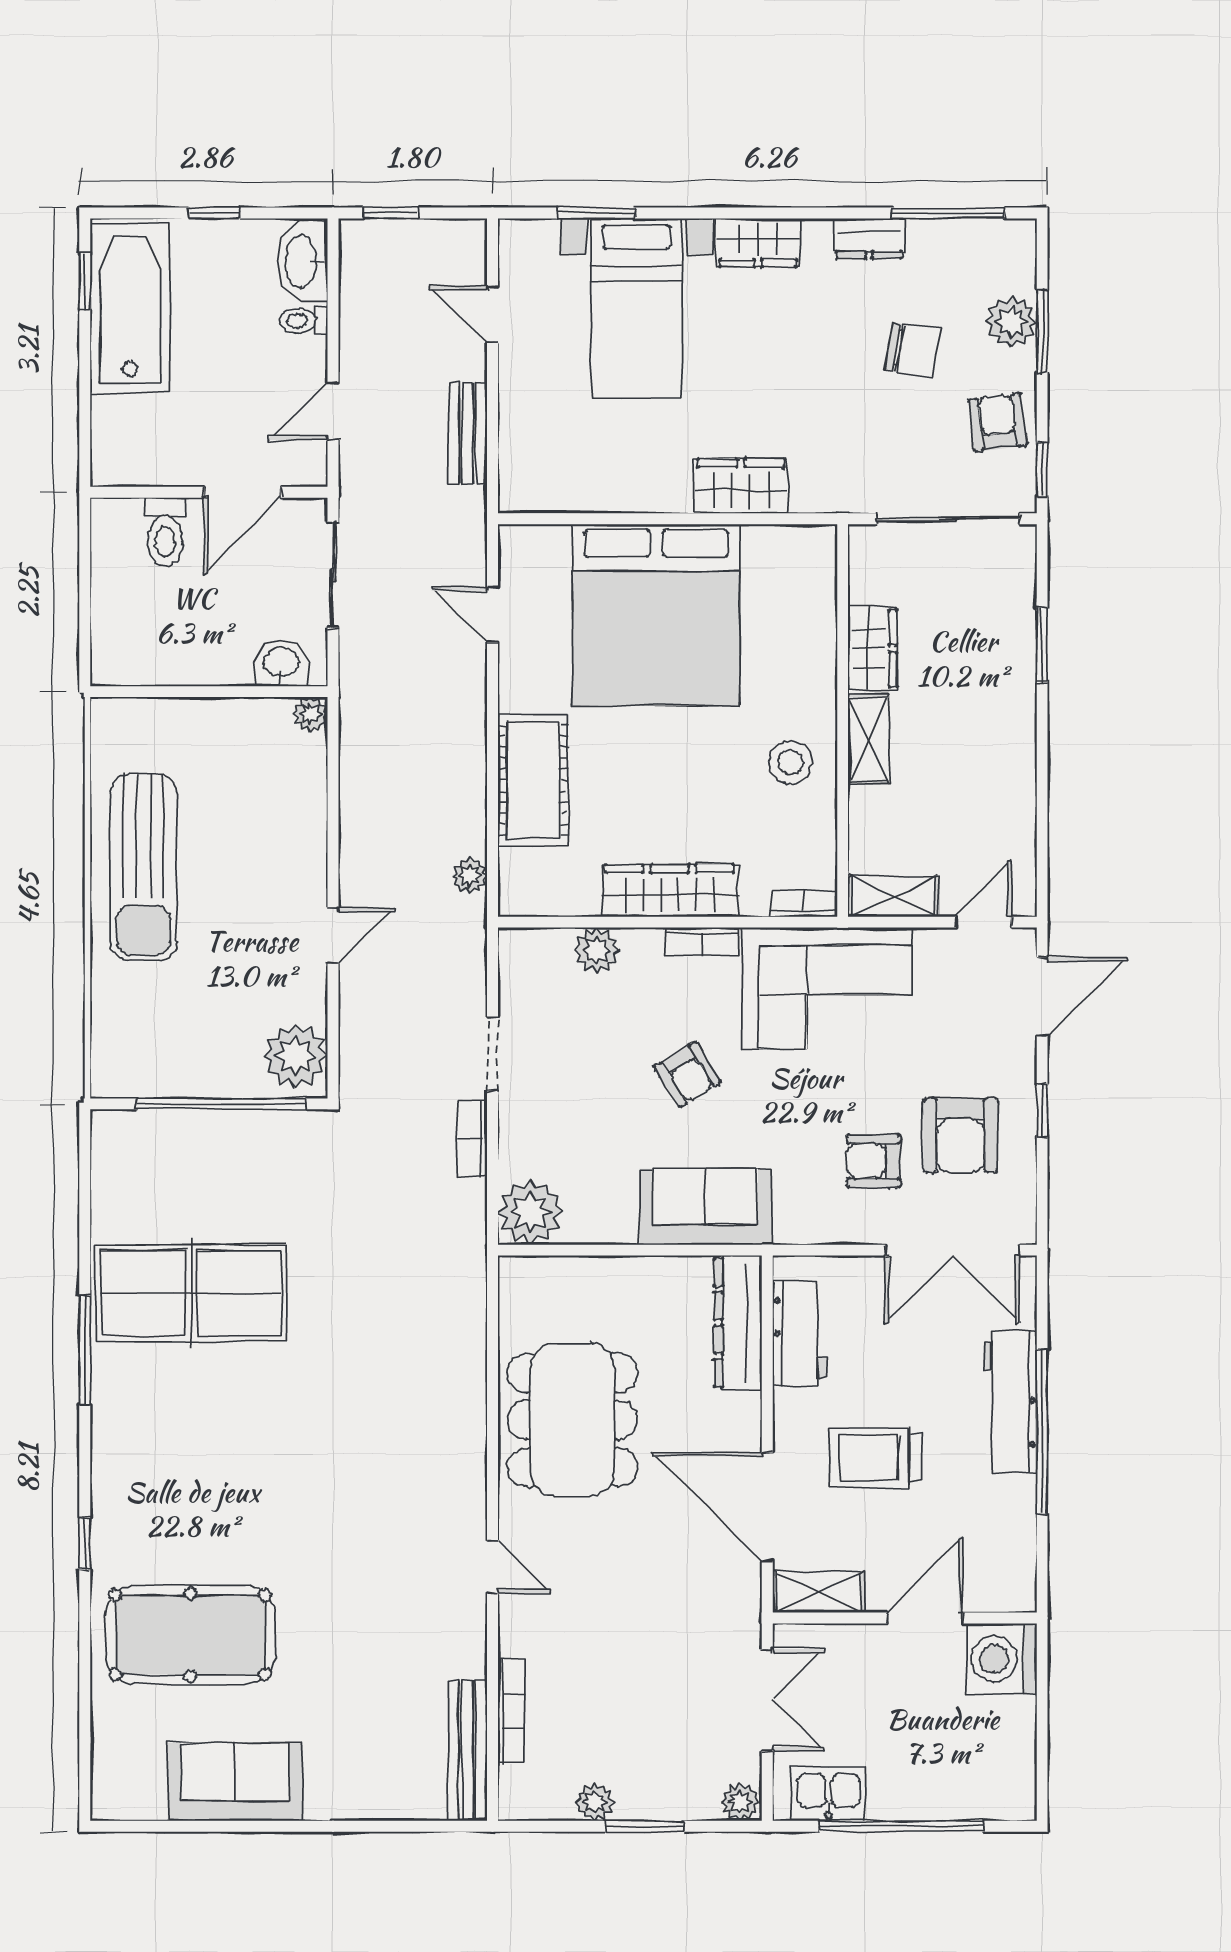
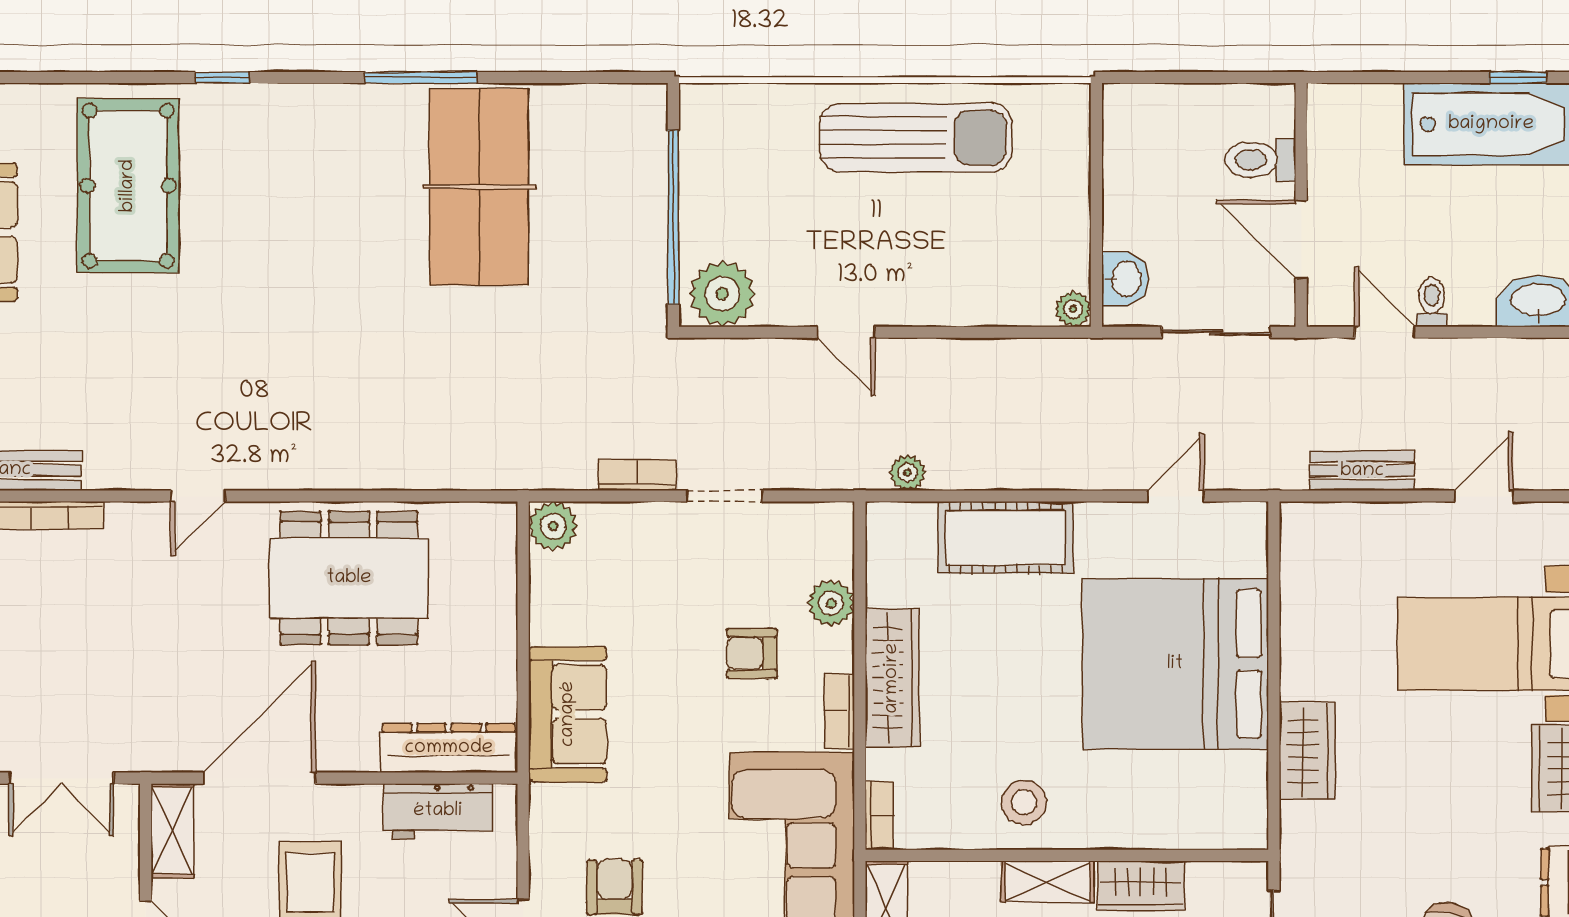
toilet: (304, 321) -> (1432, 302), moved
sun lounger: (143, 868) -> (916, 138), turned 180
armchair: (688, 1074) -> (752, 653), moved, turned 32
plant: (530, 1212) -> (553, 526), width x0.73, depth x0.73

